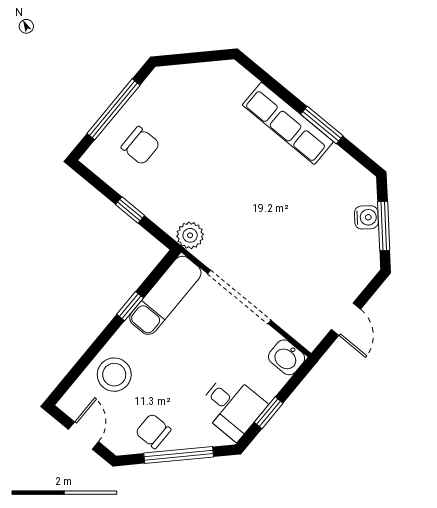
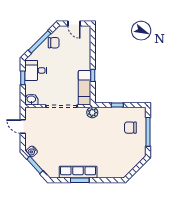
row of seats: (288, 123) -> (78, 172), moved
water cooler: (366, 217) -> (32, 151), moved
stool: (114, 375) -> (80, 50), removed

